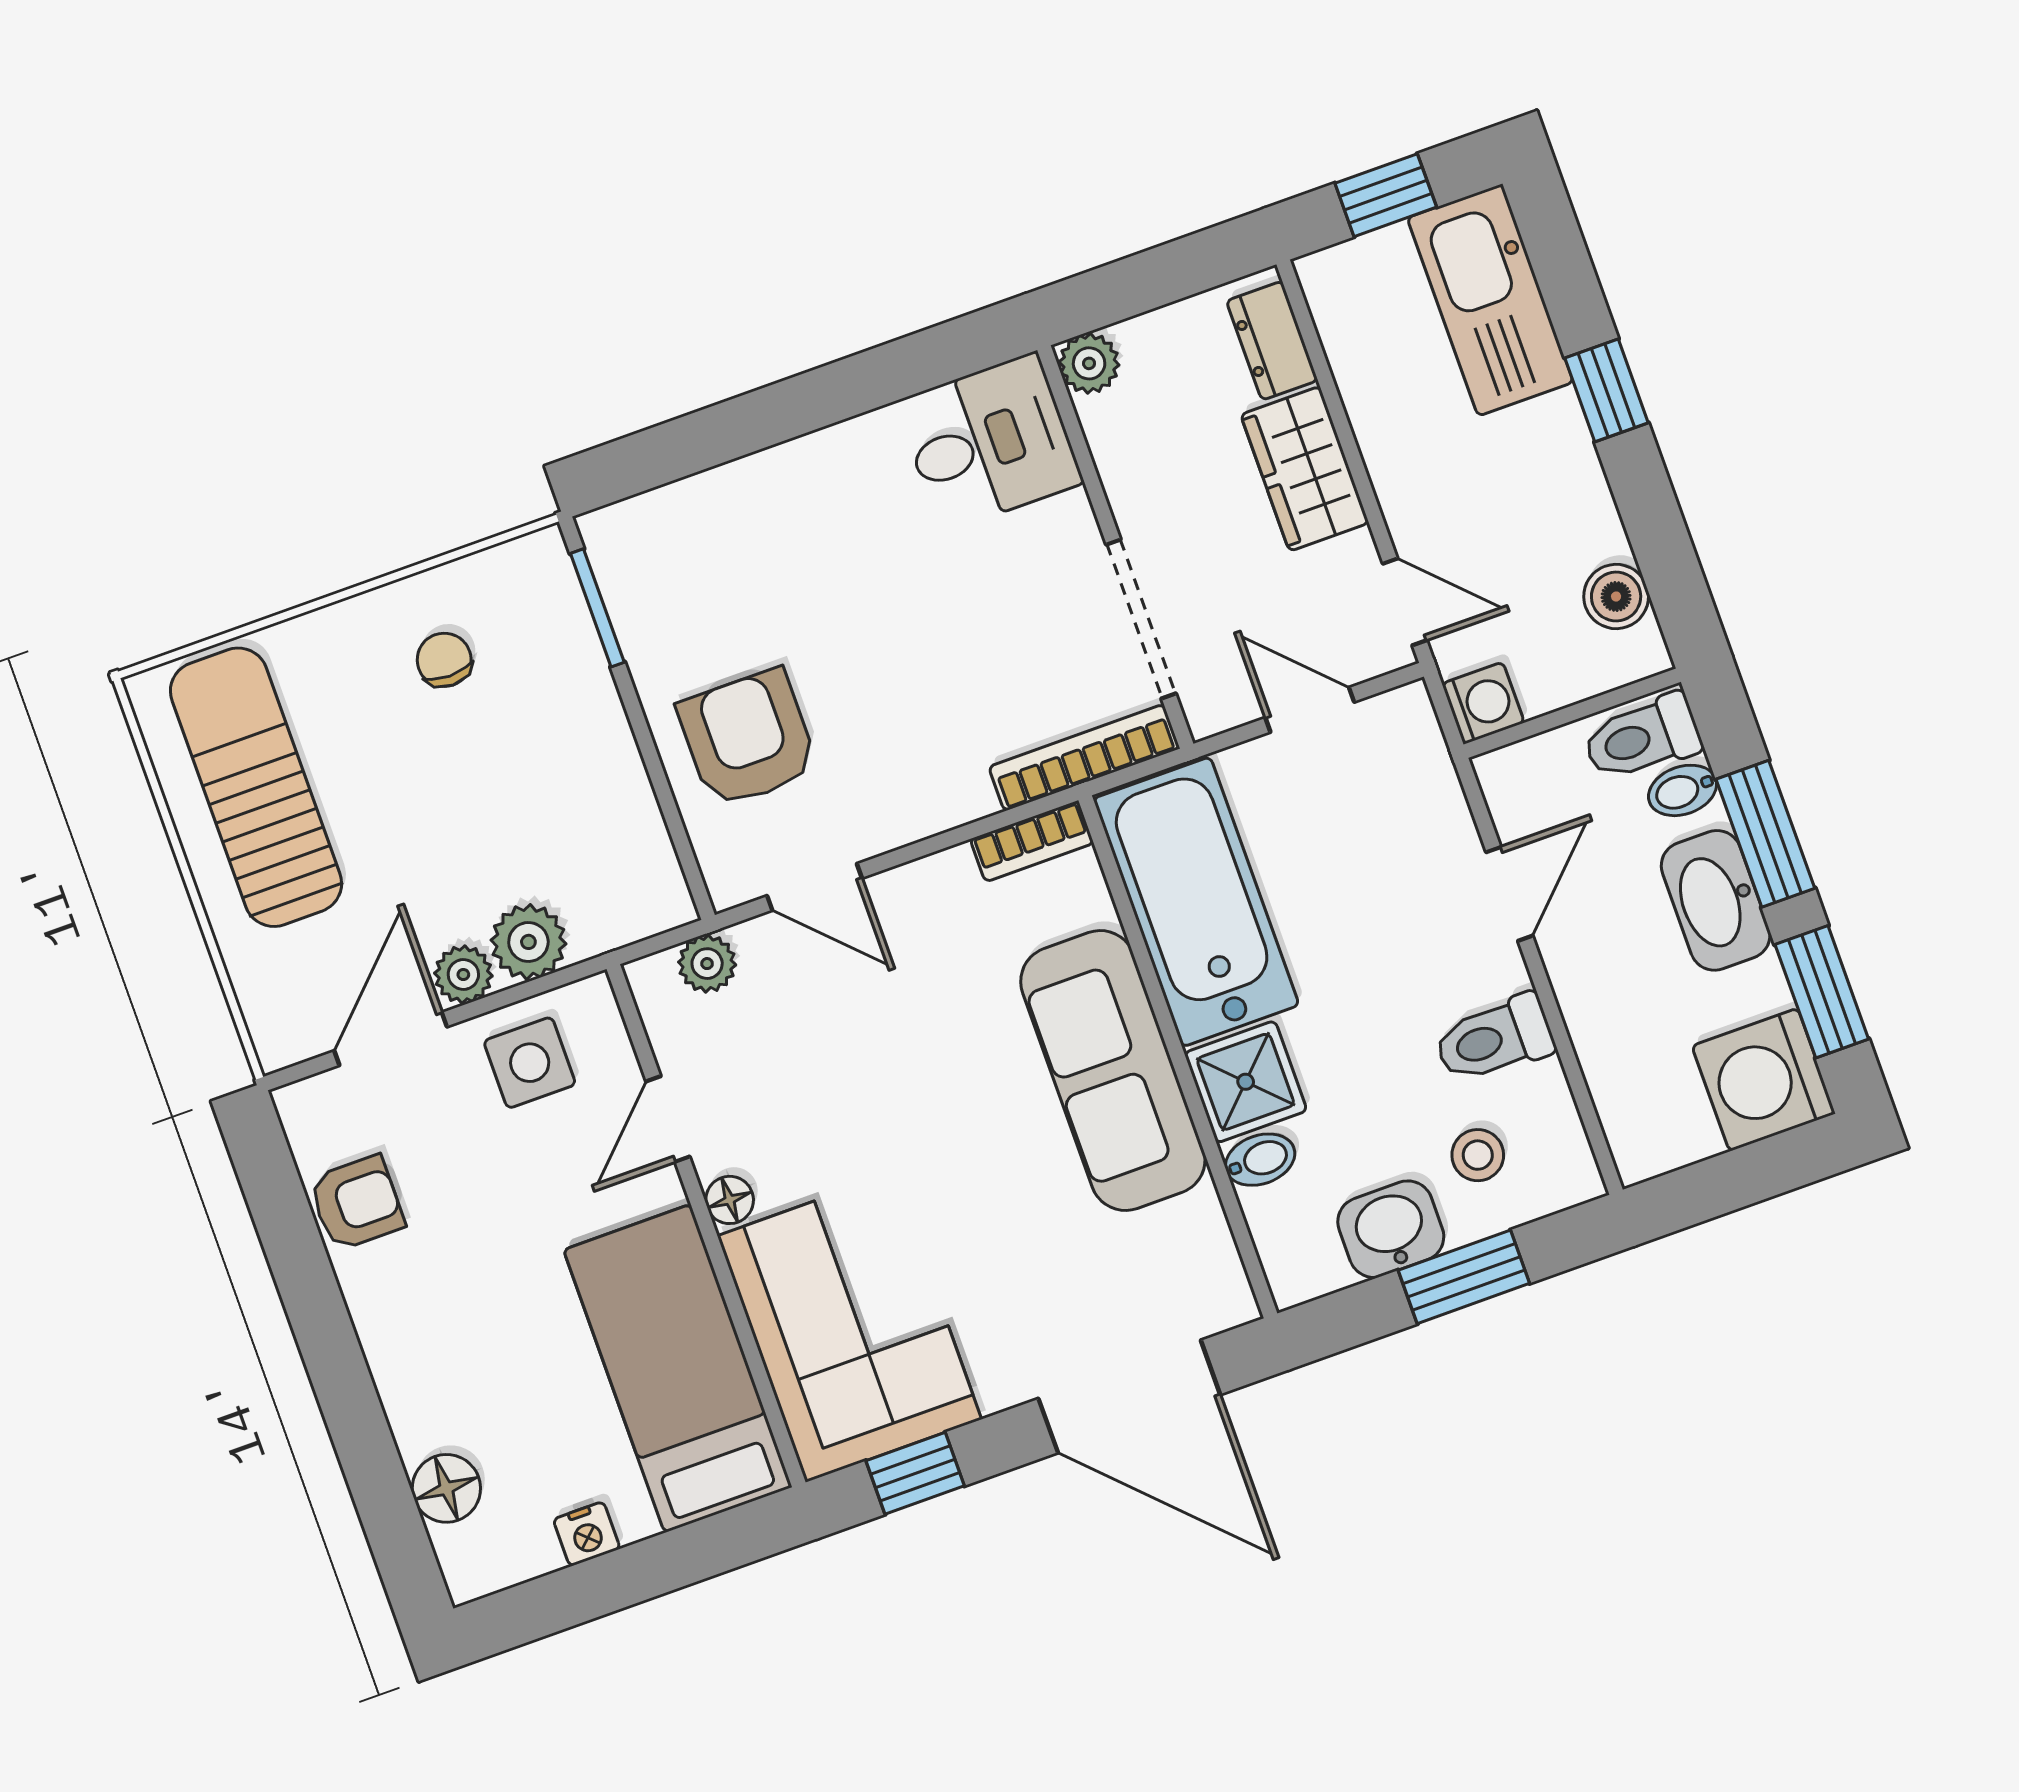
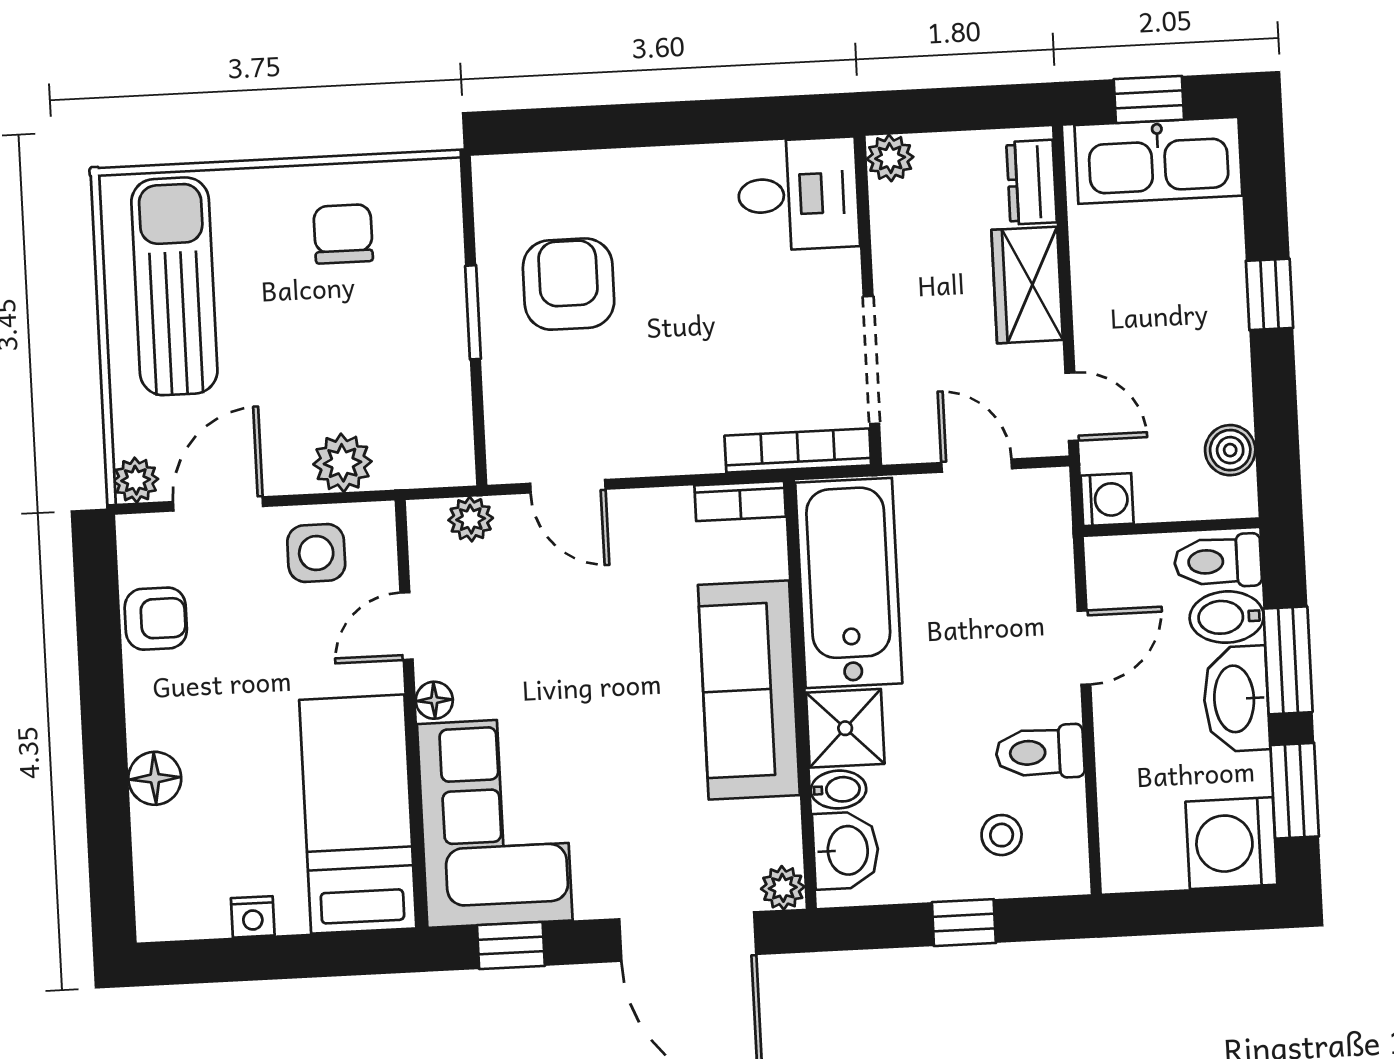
kitchen sink: (1490, 300) -> (1158, 160), moved, turned -90
window: (597, 608) -> (473, 312), moved
chair: (444, 660) -> (343, 234), width x1.37, depth x1.37
armchair: (748, 738) -> (569, 284), moved
bidet: (1683, 790) -> (1227, 617), width x1.38, depth x1.36
plant: (463, 975) -> (136, 480), moved
washbasin: (1391, 1229) -> (846, 850), moved, turned 90
window: (1464, 1277) -> (964, 923), width x0.67
plant: (1228, 1301) -> (783, 888), added
floor lamp: (446, 1488) -> (155, 778), moved

